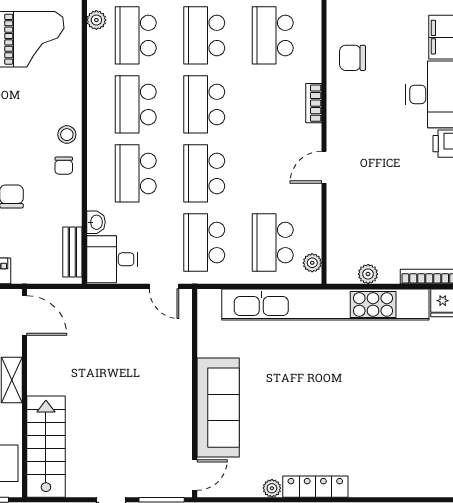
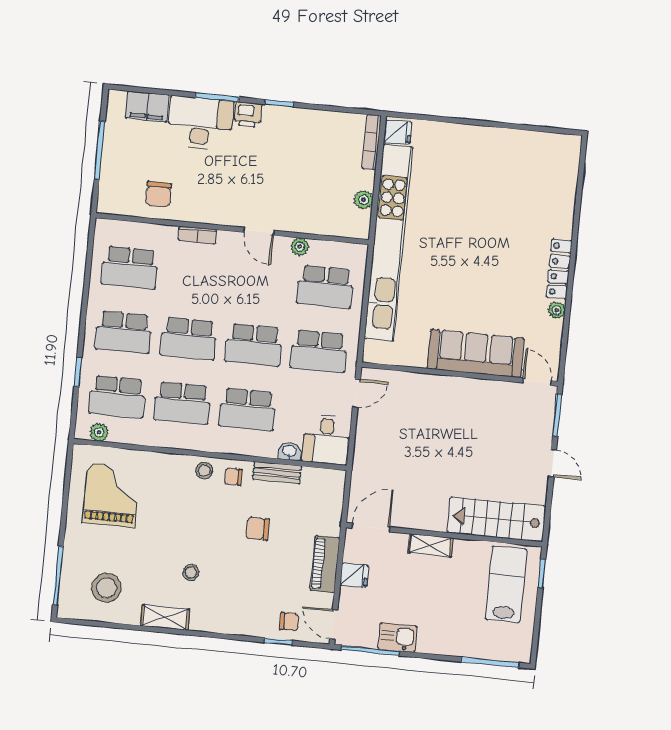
chair: (64, 166) -> (233, 477), turned 180
bench: (72, 252) -> (277, 473), moved
plant: (312, 263) -> (300, 247), moved

